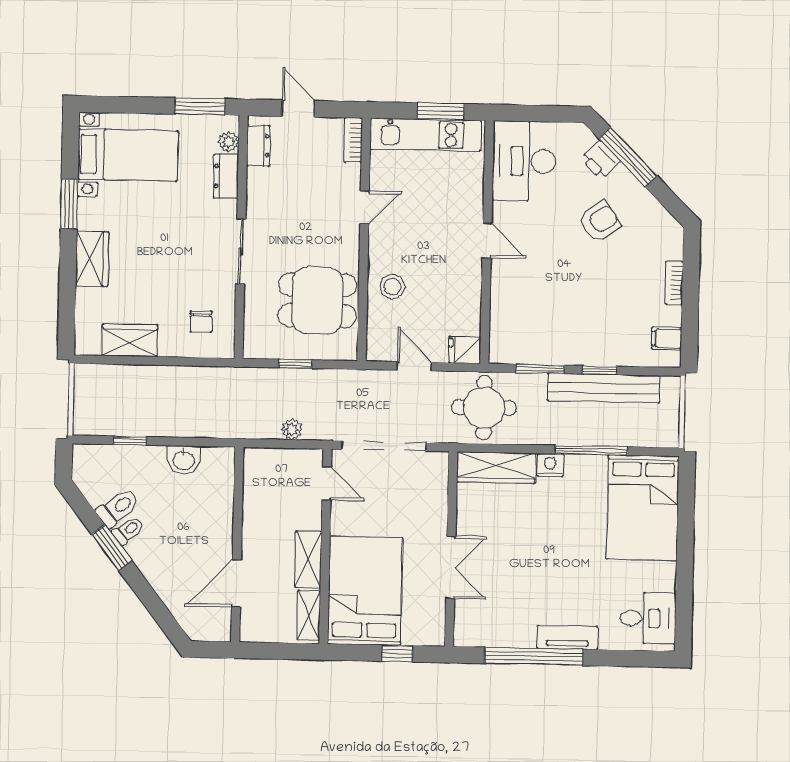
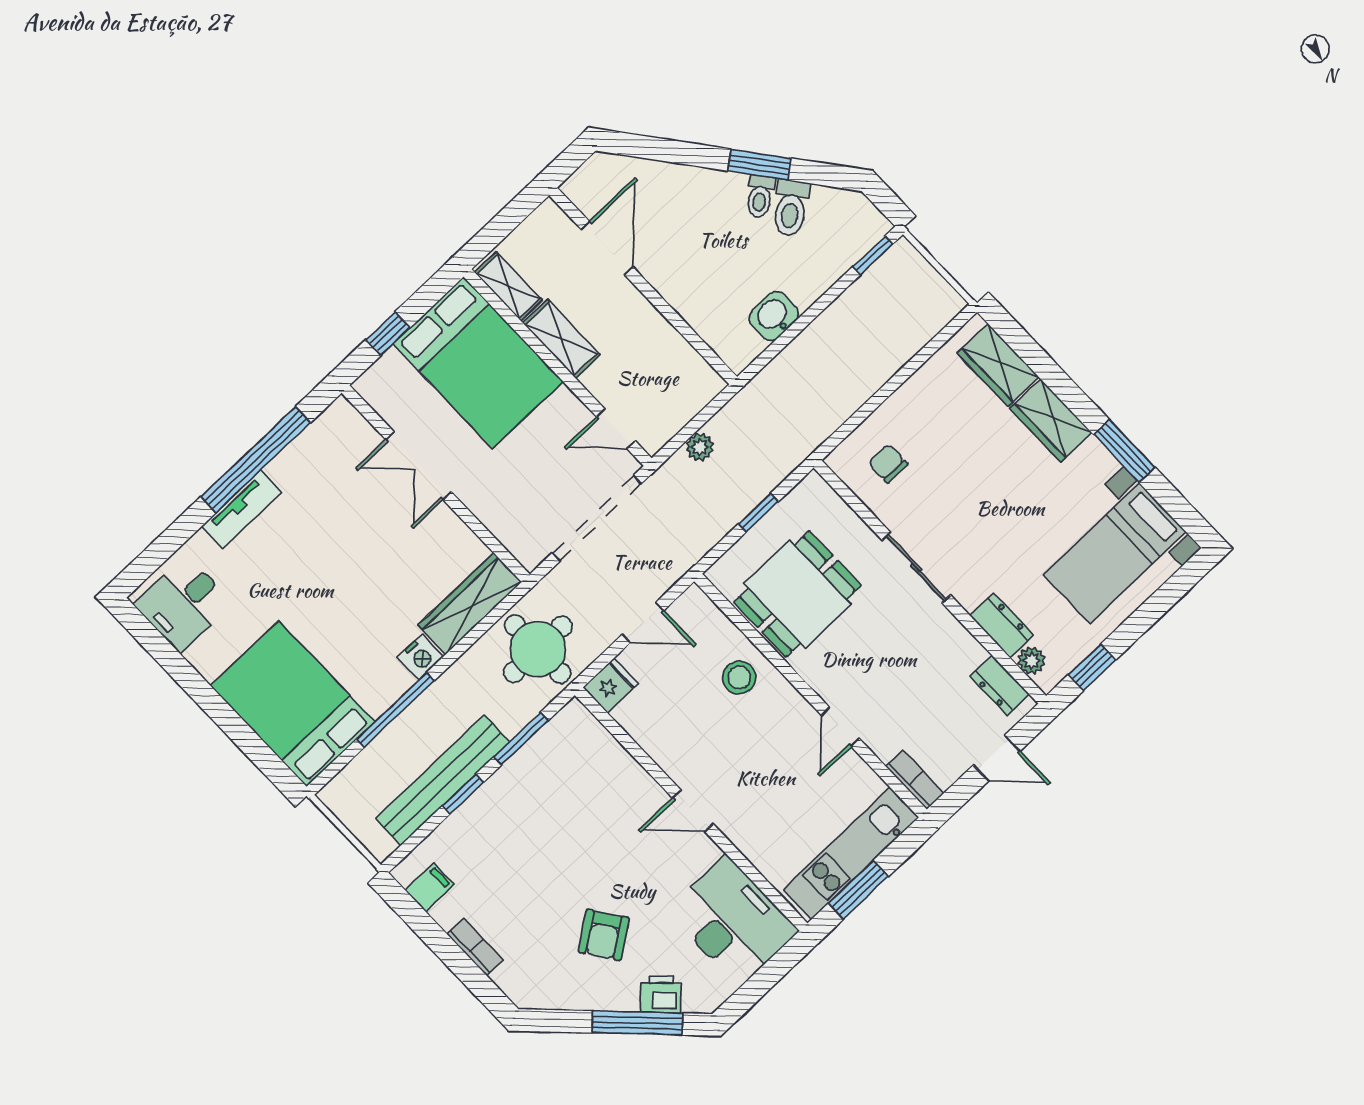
window: (200, 106) -> (1092, 667), width x0.67
wardrobe: (130, 340) -> (998, 365), moved, turned 90
window: (130, 441) -> (873, 255), moved

